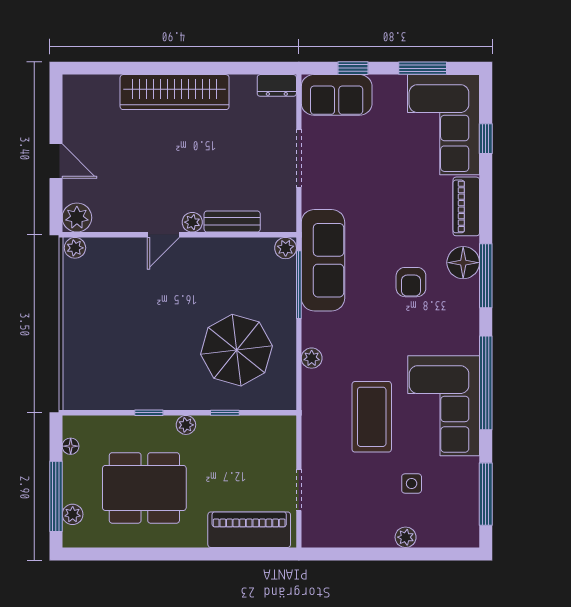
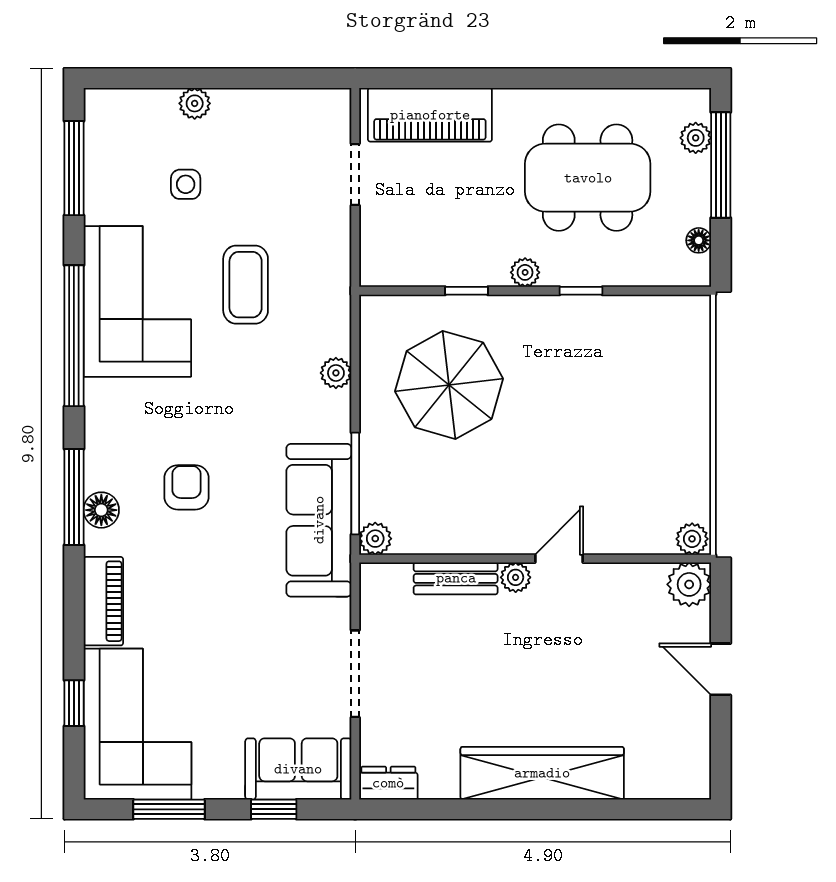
floor lamp: (463, 263) -> (101, 510), width x0.73, depth x0.73
coffee table: (372, 417) -> (246, 285), width x0.73, depth x0.76

